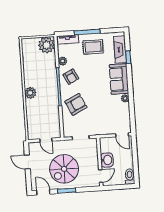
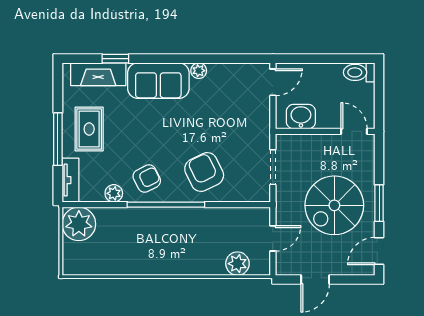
plant: (30, 93) -> (237, 264), moved
washbasin: (107, 160) -> (301, 117), moved
spiral stairs: (64, 169) -> (334, 205), turned 90

